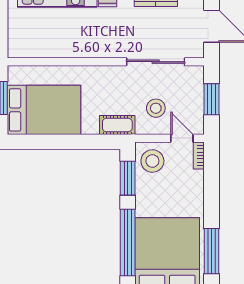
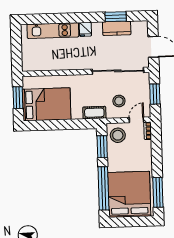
sliding door: (156, 62) -> (118, 71), width x1.36
door: (182, 138) -> (136, 120), hinge flipped

